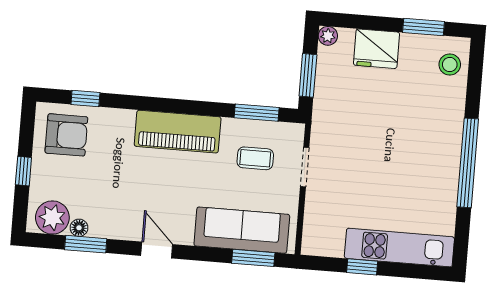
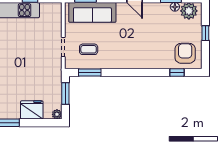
piano: (178, 132) -> (129, 60), removed
armchair: (66, 135) -> (185, 53), turned 90

